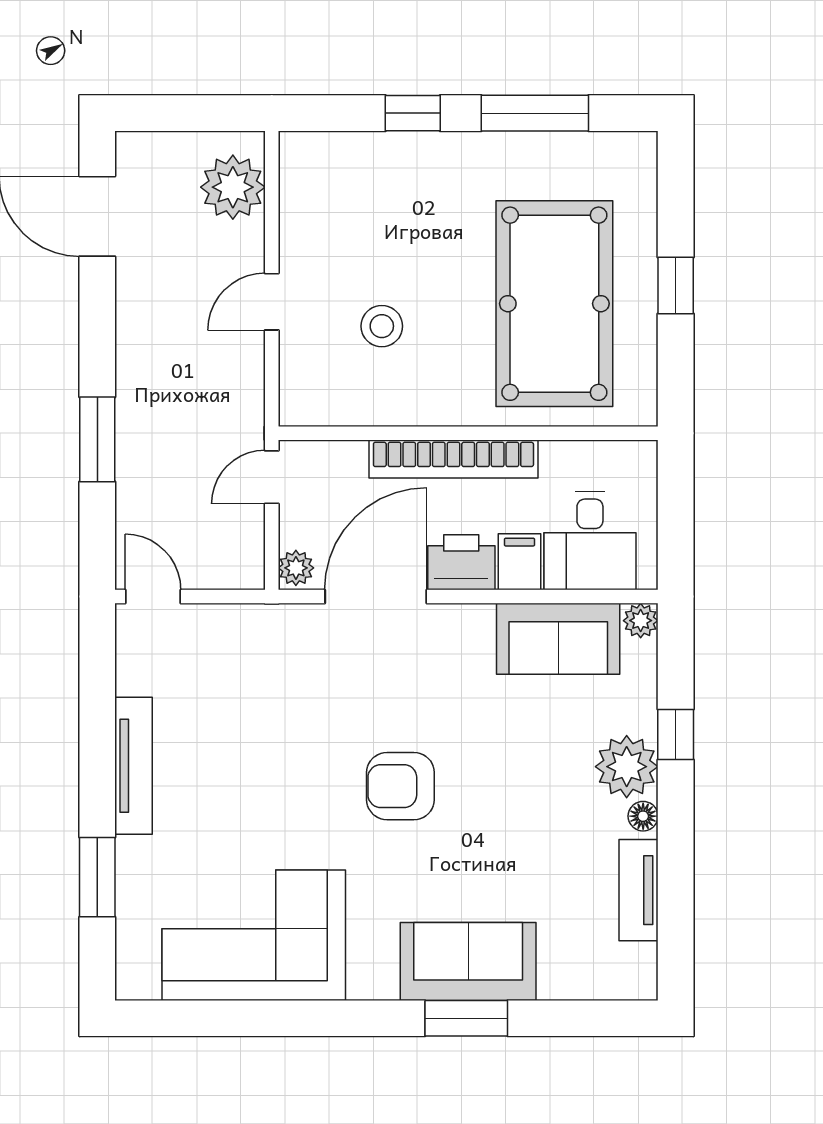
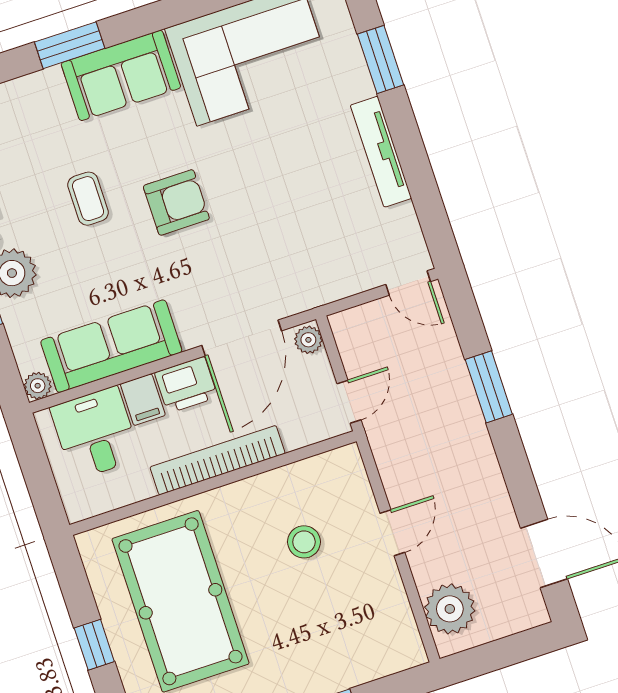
sofa: (558, 639) -> (111, 346), width x1.36
coffee table: (505, 826) -> (88, 199), added
sofa: (468, 961) -> (121, 75), moved

